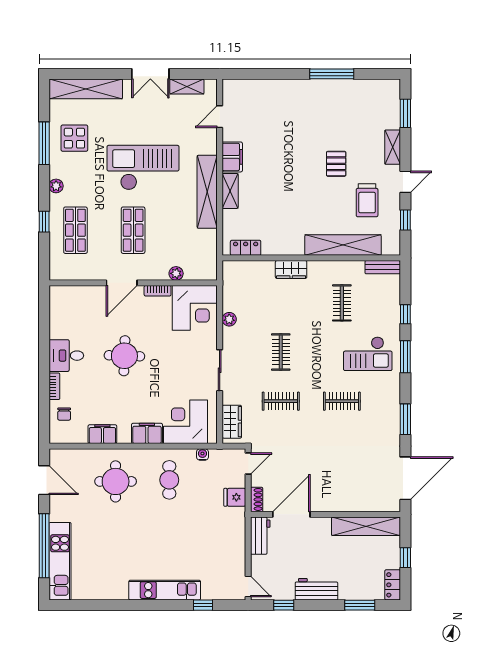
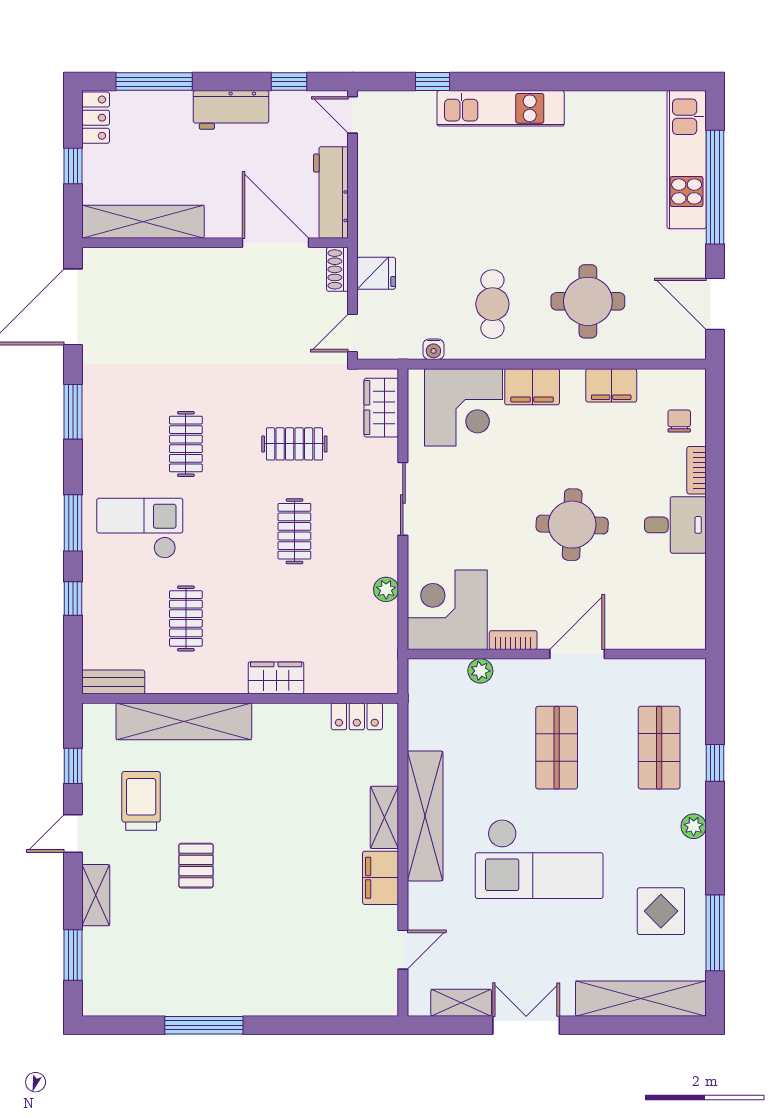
window: (44, 143) -> (715, 933), moved
clothes rail: (342, 401) -> (186, 444), turned 90
door: (291, 514) -> (275, 243), swing flipped
workbench: (260, 536) -> (331, 192), width x1.38
window: (360, 605) -> (154, 82), width x1.44

